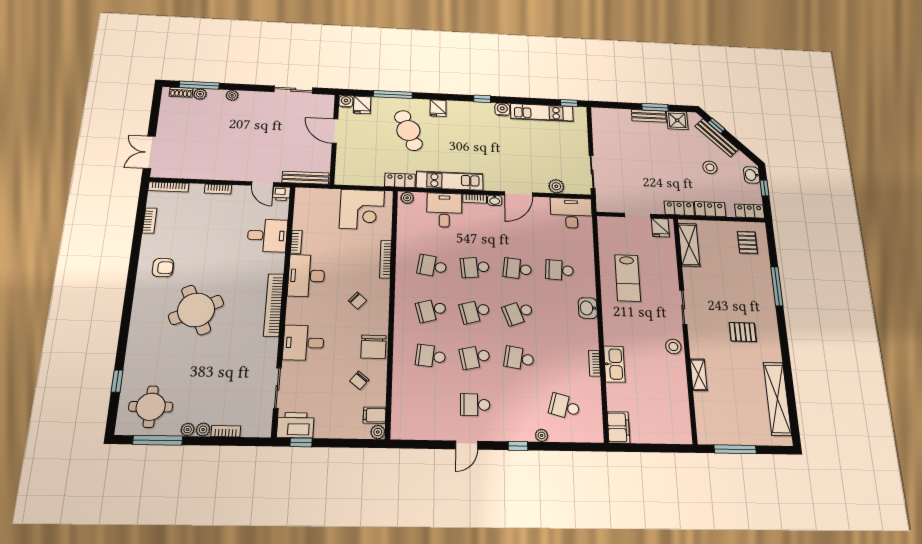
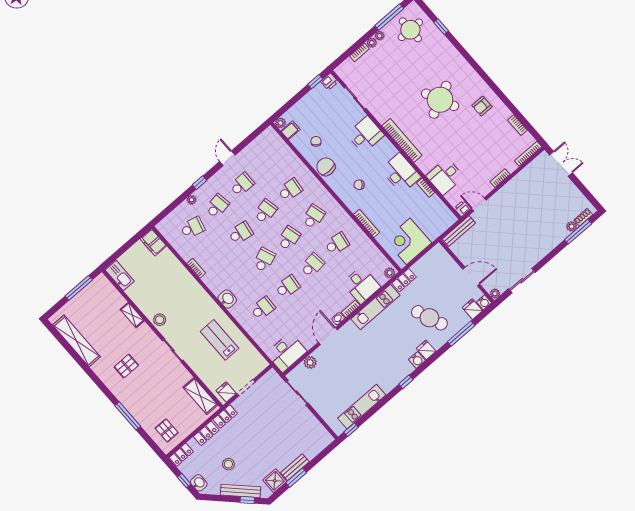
plant: (232, 95) -> (495, 294), moved
water cooler: (502, 109) -> (417, 360), moved
kitchen sink: (614, 364) -> (120, 276), moved, turned 180
school desk: (520, 406) -> (217, 206), added
printer: (295, 425) -> (329, 82), width x0.53, depth x0.68

